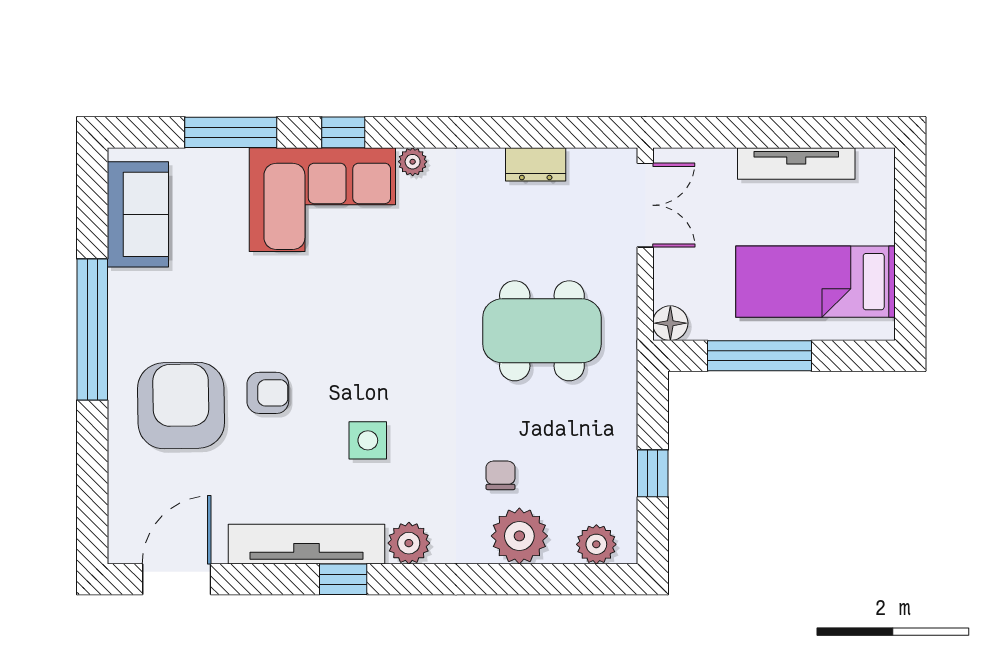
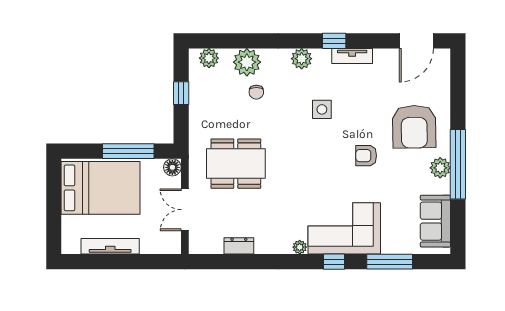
double door: (645, 205) -> (185, 210), moved
bed: (816, 282) -> (101, 188), width x1.50
plant: (128, 322) -> (440, 168), added
armchair: (268, 393) -> (366, 156), moved
tv unit: (306, 544) -> (352, 56), width x0.52, depth x0.78

